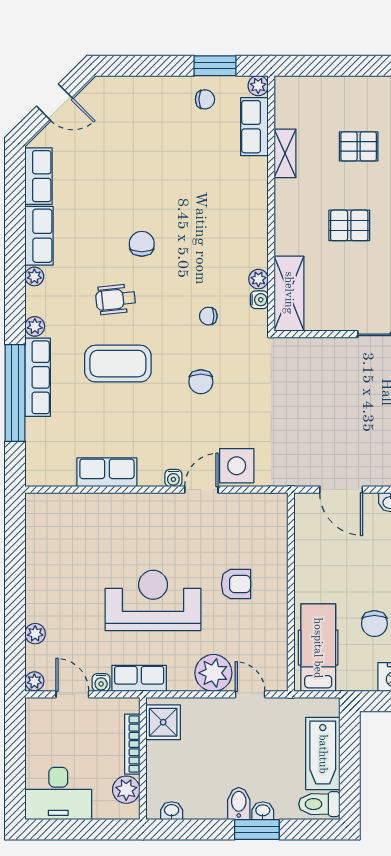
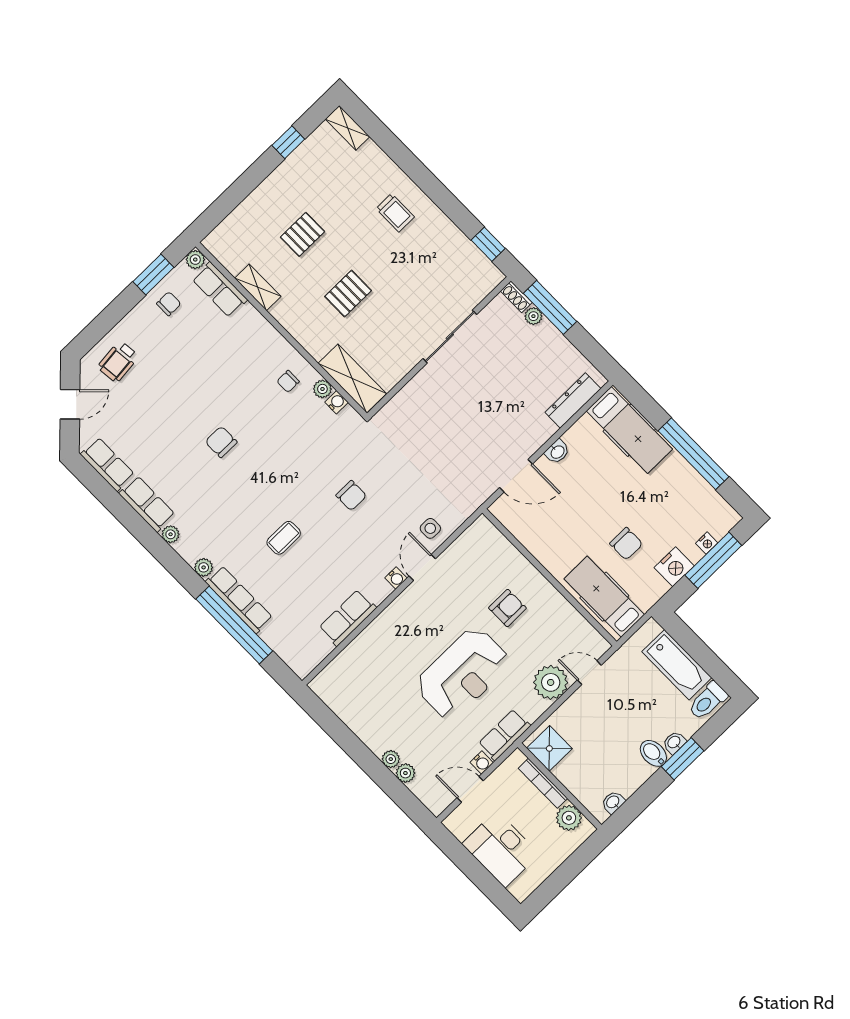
wheelchair: (115, 299) -> (118, 362), moved
chair: (208, 316) -> (288, 381), moved
coffee table: (118, 364) -> (284, 538), width x0.54, depth x0.58
side table: (237, 466) -> (430, 528), width x0.54, depth x0.54
reception desk: (153, 600) -> (463, 673), turned 180
plant: (34, 681) -> (391, 759), moved
desk: (58, 794) -> (501, 849), moved, turned 90

